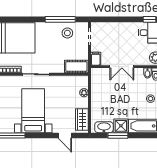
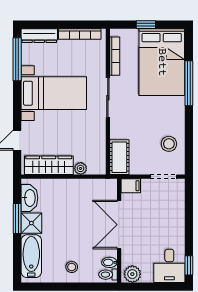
window: (60, 19) -> (189, 83), moved
double door: (122, 67) -> (119, 225), width x1.37
wardrobe: (82, 120) -> (49, 165), width x1.50

